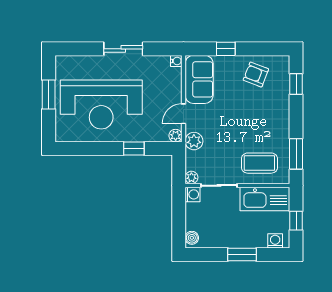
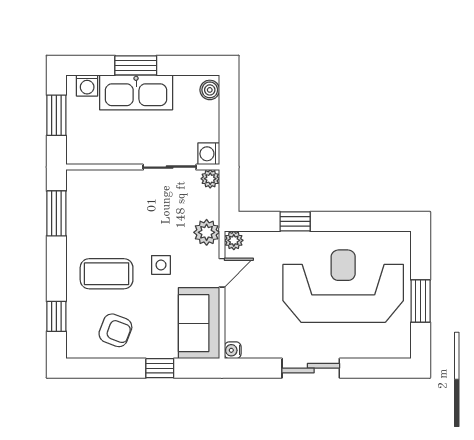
side table: (225, 119) -> (161, 265), added
coffee table: (259, 163) -> (107, 274), moved
kitchen sink: (265, 199) -> (136, 92), moved, turned 180
window: (296, 221) -> (56, 115), width x1.50

